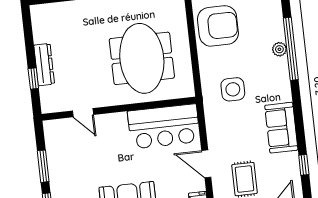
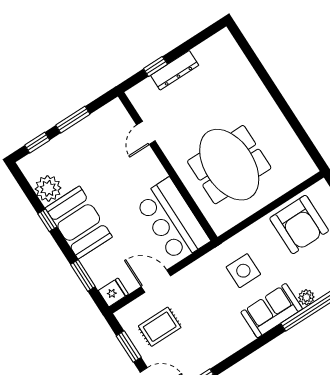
meeting table: (142, 58) -> (229, 165), turned 90
sofa: (281, 128) -> (272, 311), moved
door: (206, 164) -> (156, 281), hinge flipped

